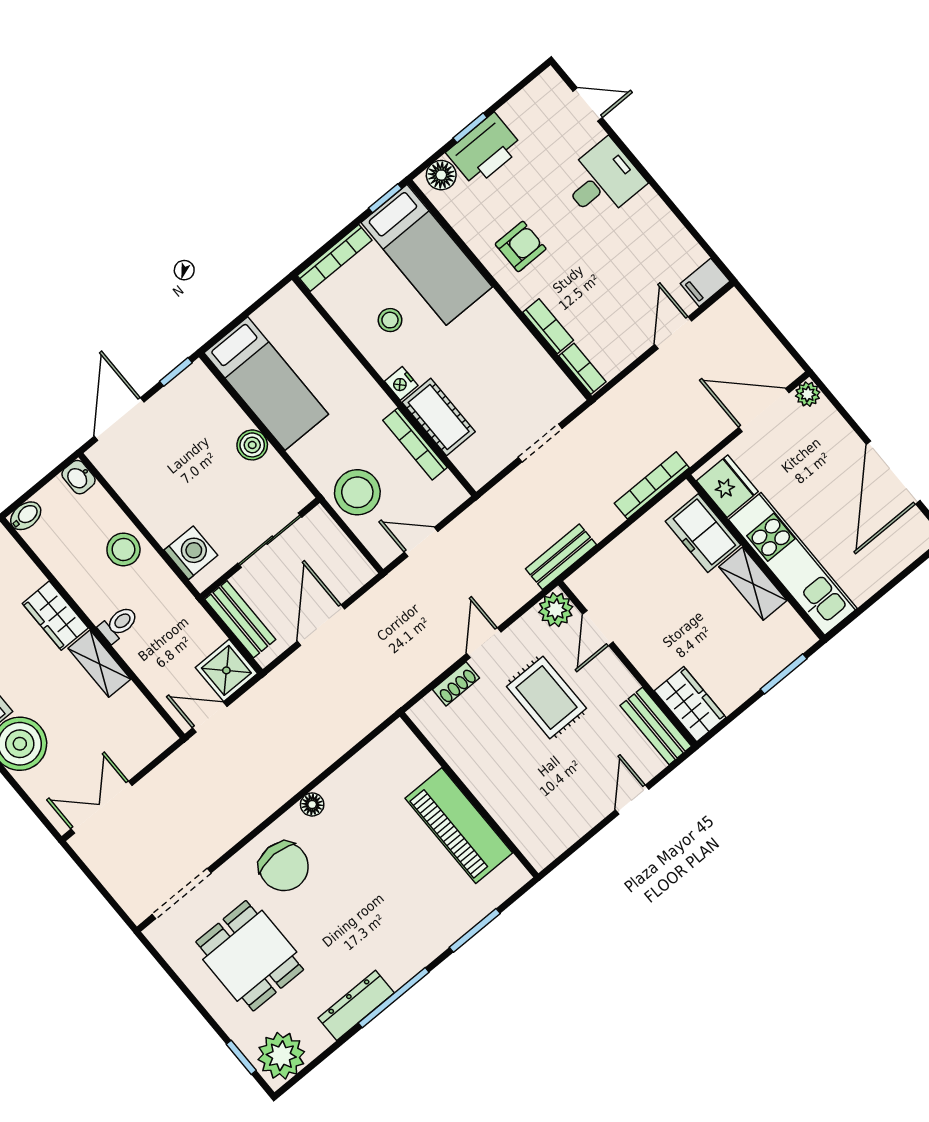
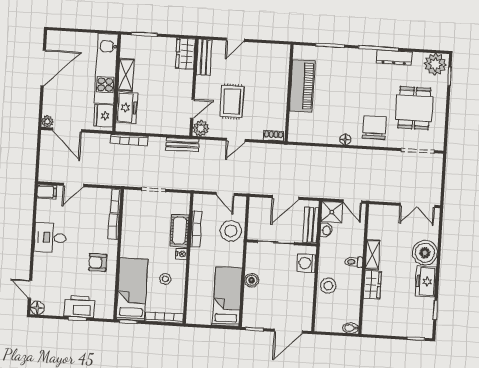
floor lamp: (441, 175) -> (37, 308), moved
desk: (603, 180) -> (50, 238), moved
washbasin: (79, 477) -> (326, 230), moved
shoe rack: (456, 684) -> (273, 136), moved

